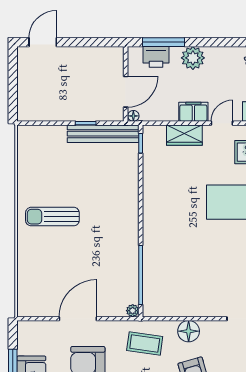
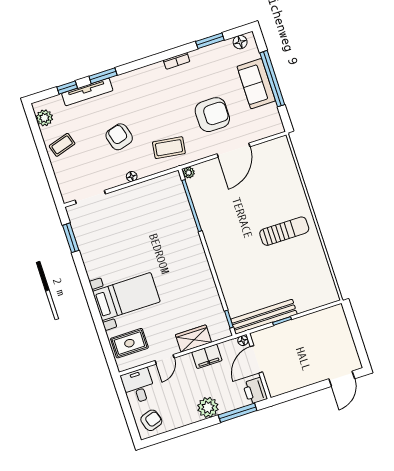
printer: (156, 57) -> (255, 391), moved, turned -90
filing cabinet: (193, 112) -> (207, 356), moved
floor lamp: (189, 331) -> (132, 176), width x0.53, depth x0.53

